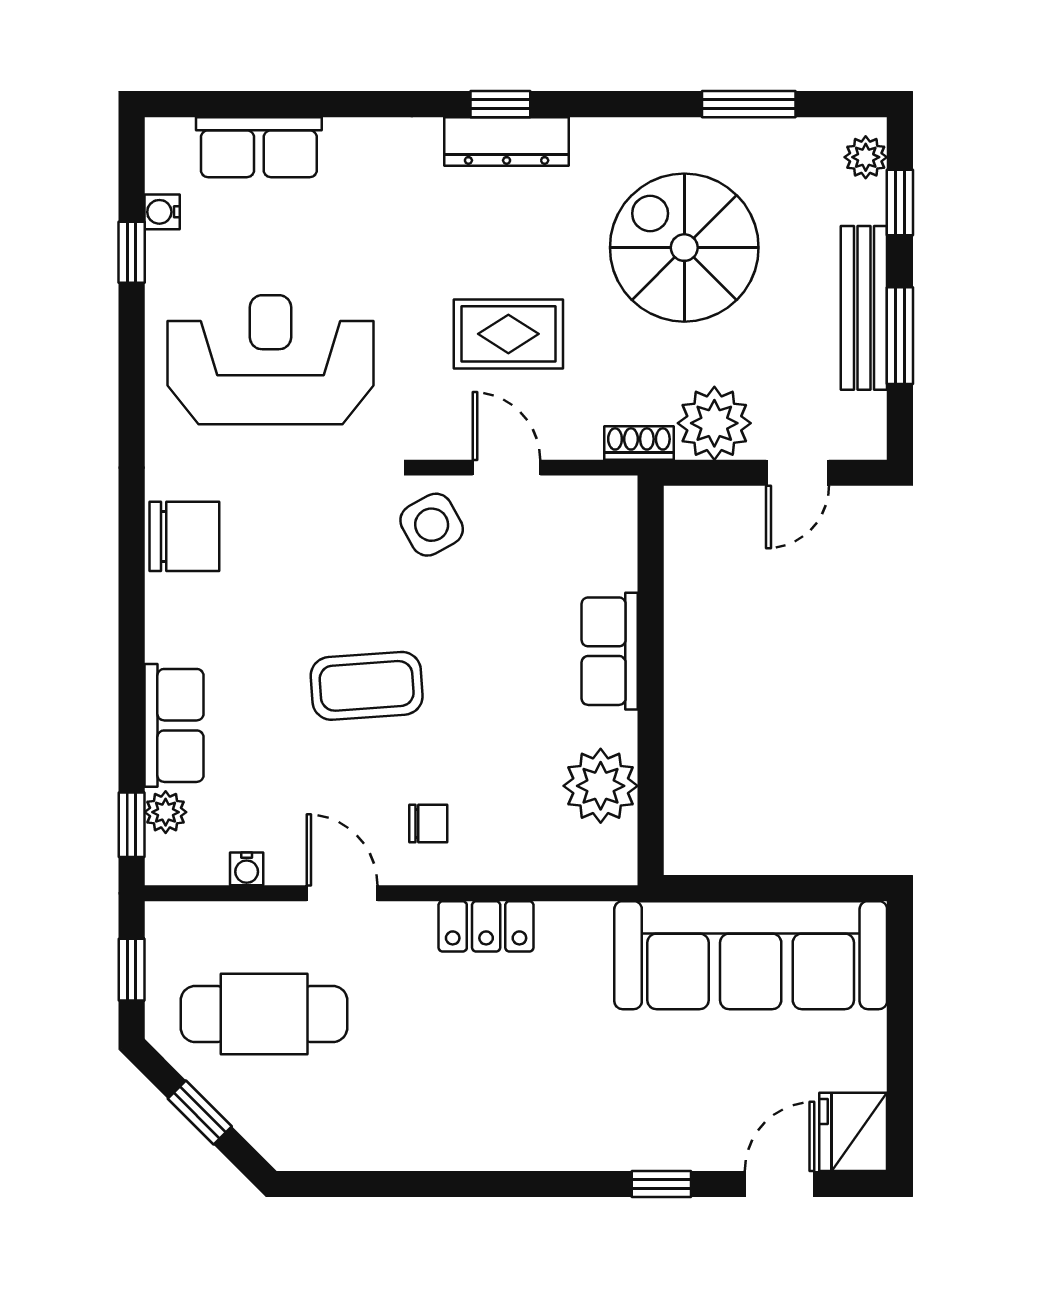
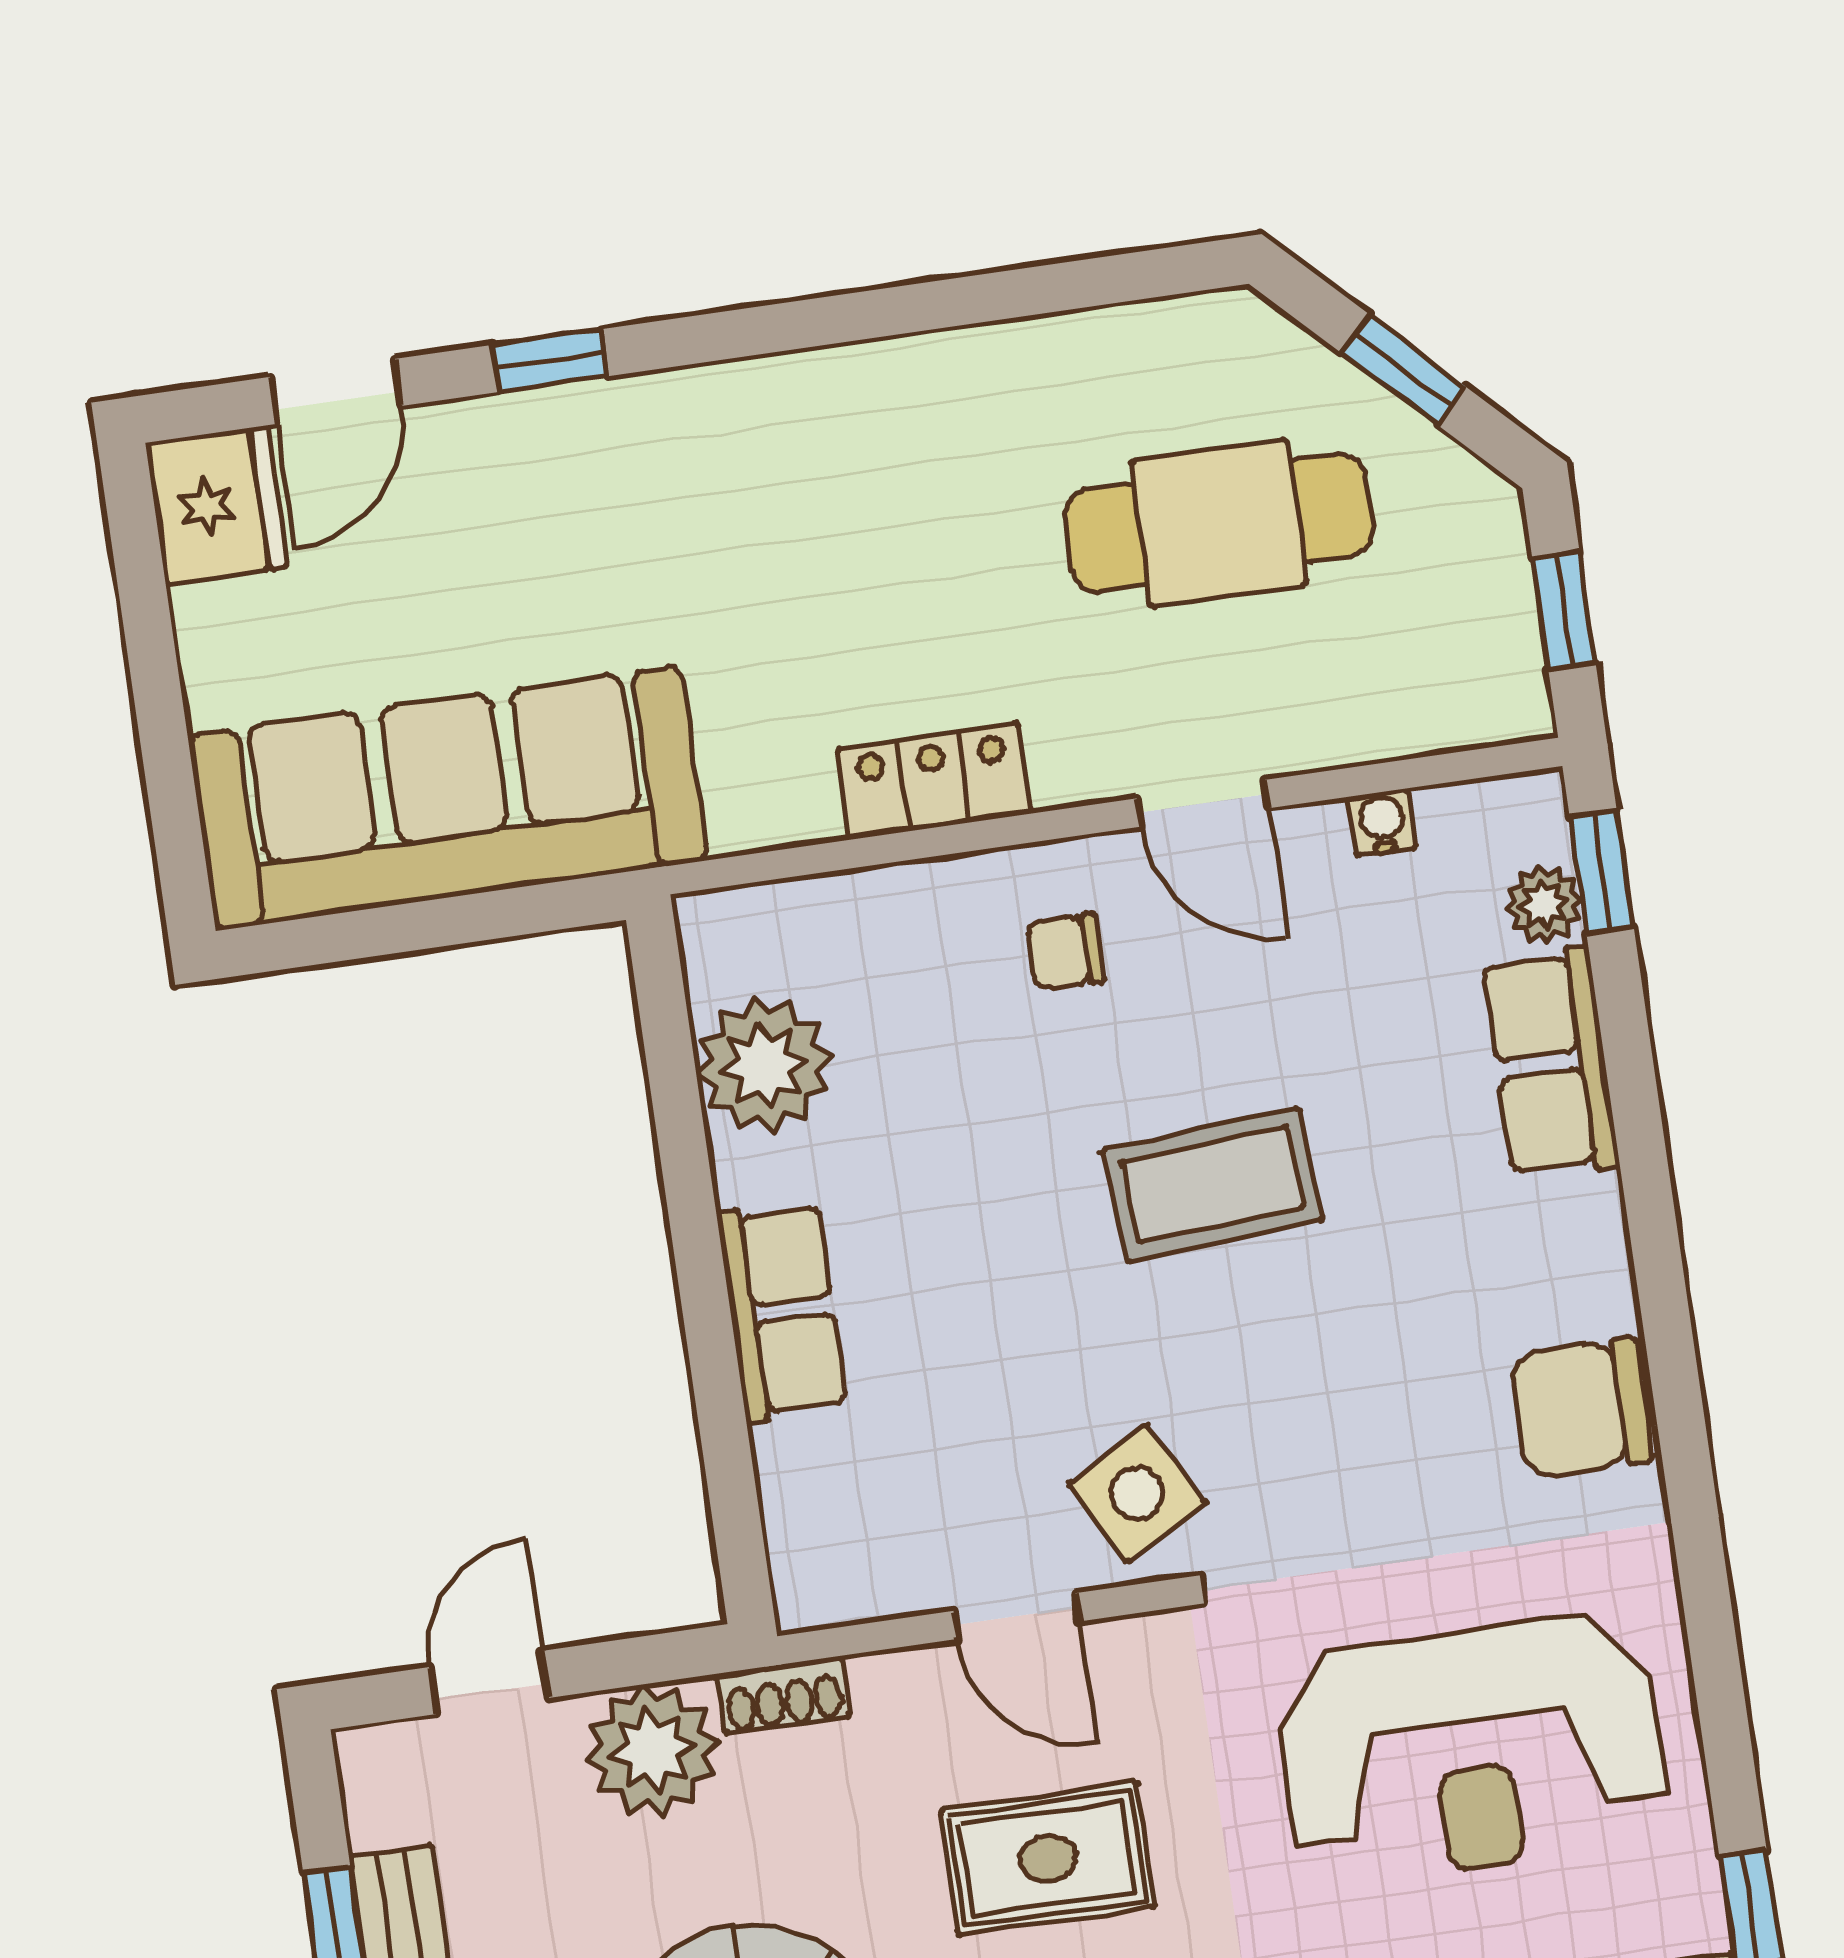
cafe table: (264, 1014) -> (1218, 523), moved

